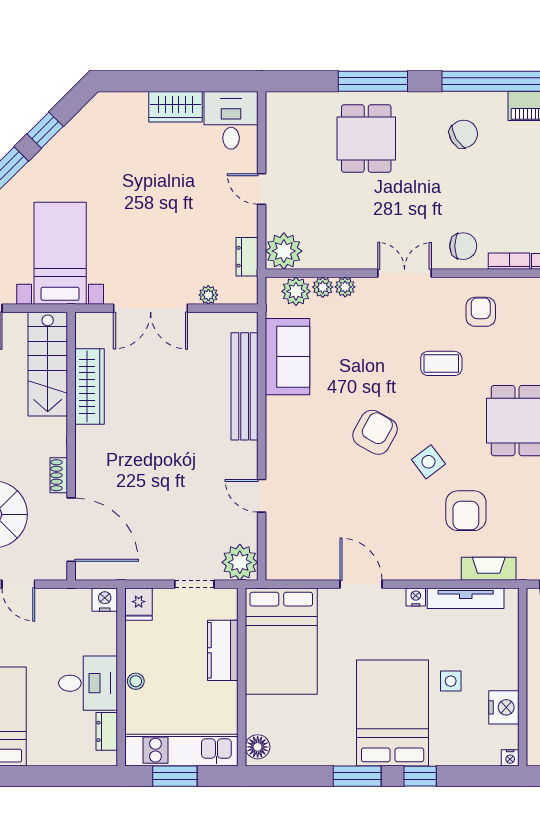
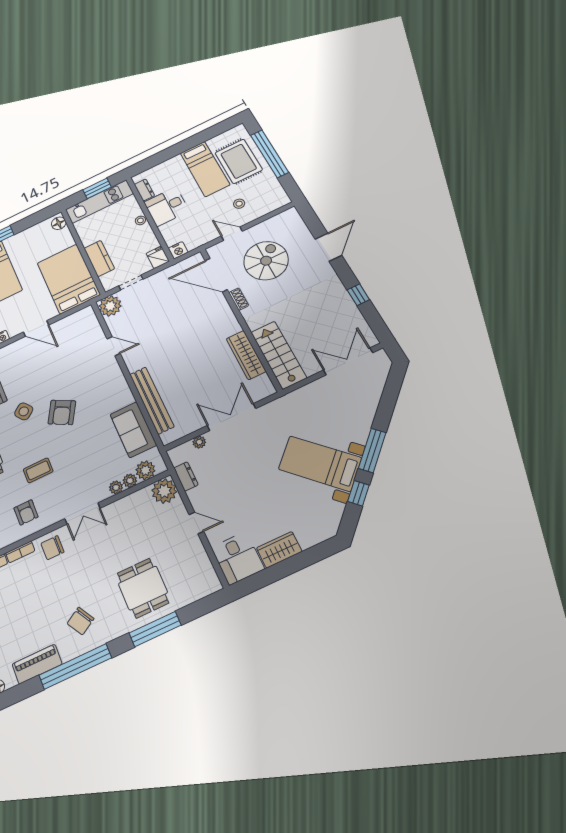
bed with nightstands: (60, 253) -> (320, 463), moved, turned 135

